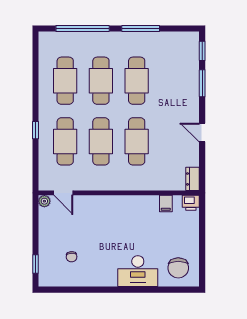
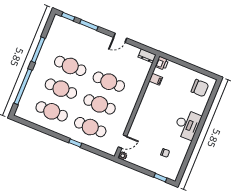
desk: (138, 271) -> (187, 125), moved

